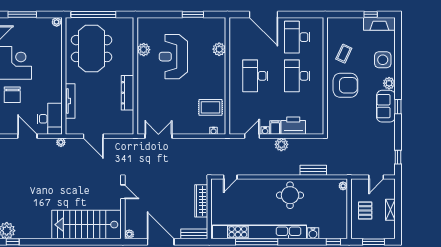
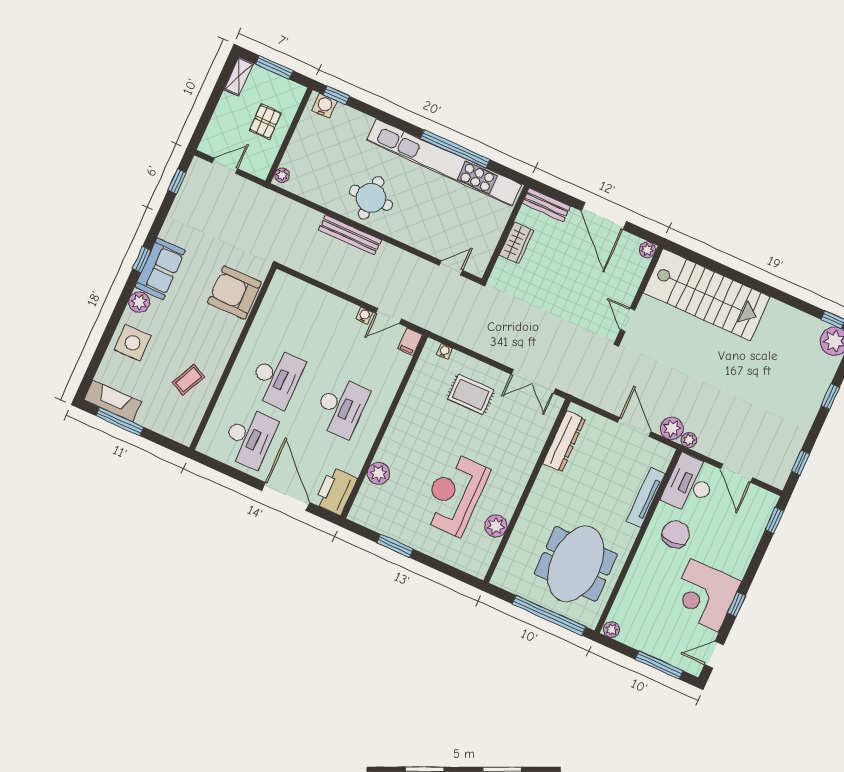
window: (371, 14) -> (120, 421), width x2.17
reception desk: (173, 57) -> (455, 494), turned 180
armchair: (345, 85) -> (234, 292), moved
dresser: (127, 93) -> (564, 441), moved
chair: (12, 95) -> (676, 534), moved
rug: (210, 107) -> (471, 394), moved
printer: (293, 126) -> (336, 491), moved, turned 90
filing cabinet: (275, 128) -> (410, 342), moved
plant: (281, 144) -> (672, 428), moved
bench: (313, 170) -> (350, 235), moved, width x1.36
wardrobe: (201, 201) -> (516, 243), width x0.67
shelving: (390, 210) -> (239, 76), moved
water cooler: (313, 233) -> (324, 106), moved

